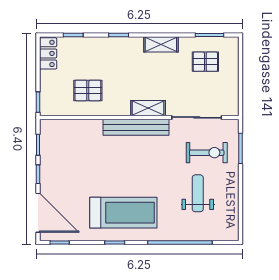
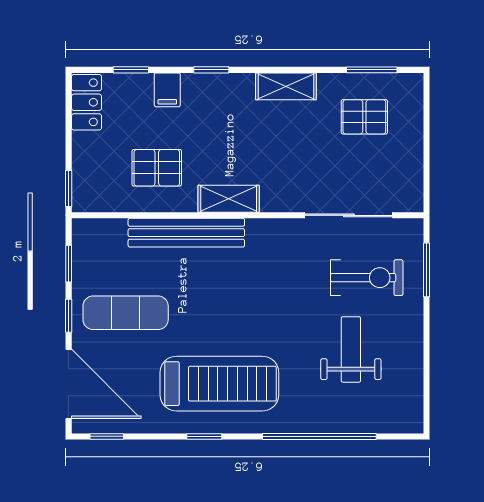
filing cabinet: (94, 46) -> (167, 90), added
shelving: (148, 108) -> (229, 199), moved
bench: (136, 127) -> (186, 233), moved
exercise mat: (70, 173) -> (126, 313), added

